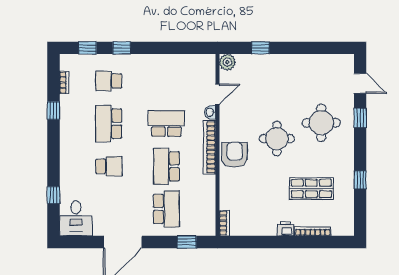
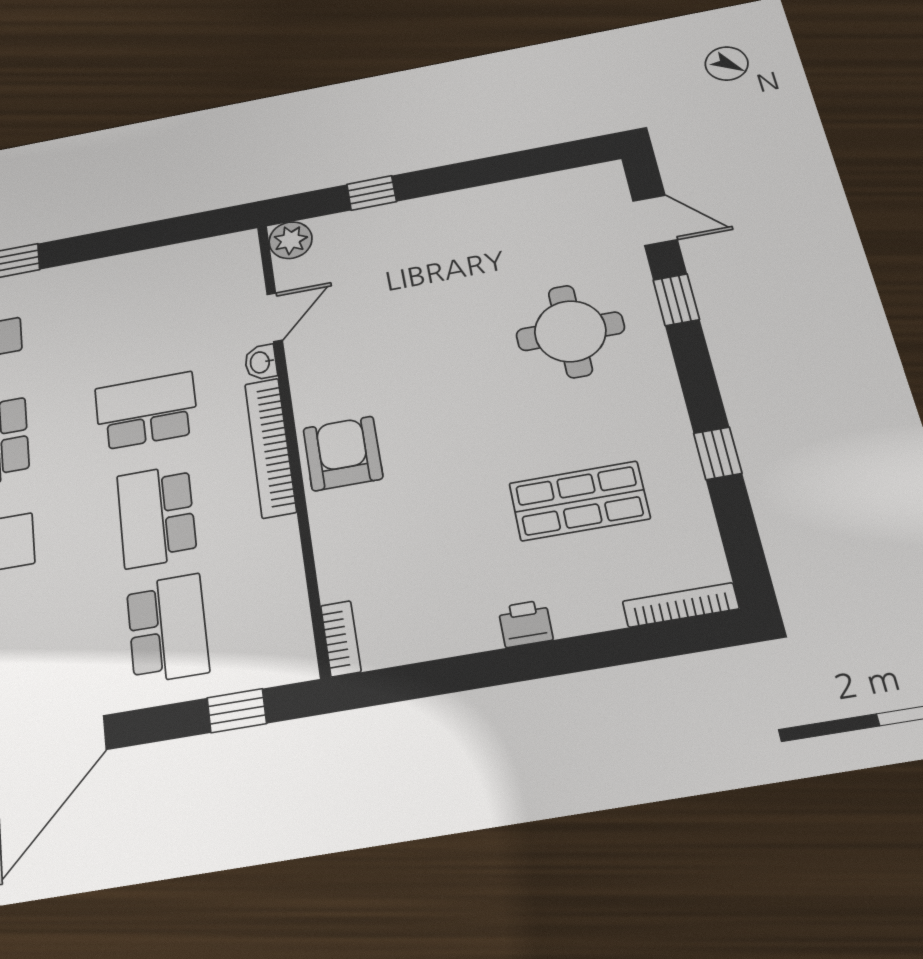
round table: (277, 139) -> (454, 392), removed
bookcase: (313, 231) -> (681, 605), moved

